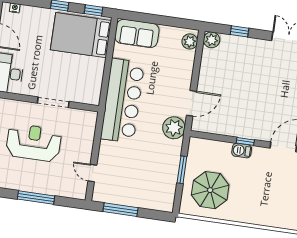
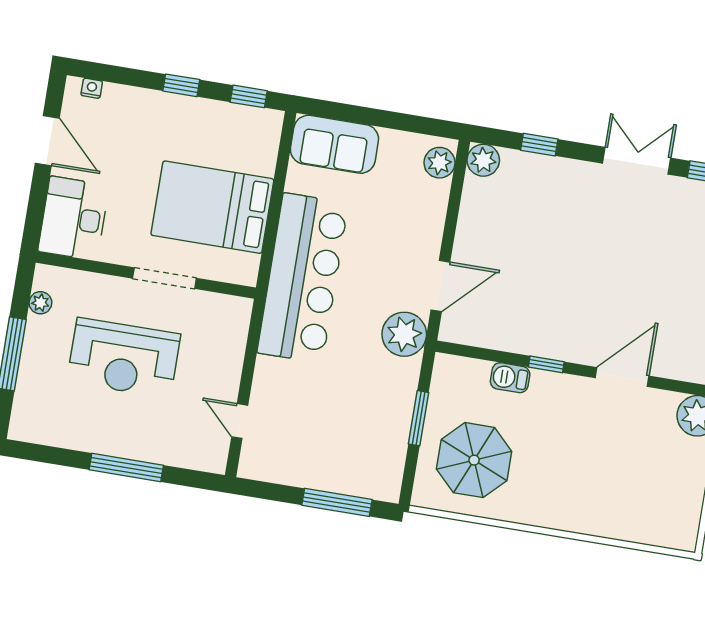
bed: (81, 35) -> (212, 207), moved
reception desk: (34, 143) -> (124, 358), turned 180
barbecue: (242, 151) -> (510, 378), moved
window: (121, 210) -> (337, 502), moved

